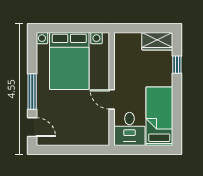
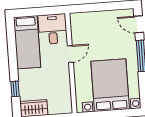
door: (112, 99) -> (70, 54), hinge flipped

